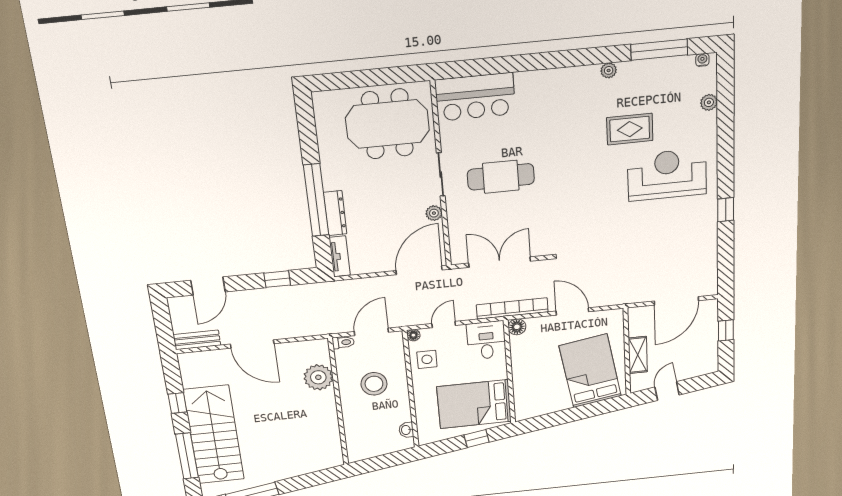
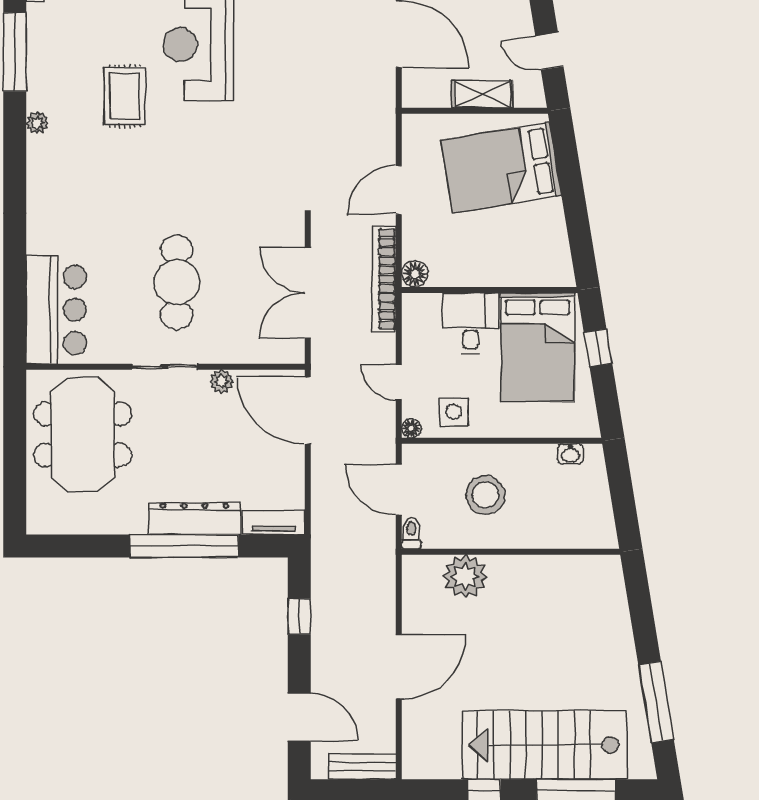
dresser: (335, 213) -> (194, 518), width x1.37, depth x1.24
bench: (197, 340) -> (363, 767), moved, turned 90
desk: (486, 340) -> (471, 323), moved, turned 90

